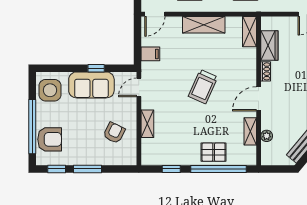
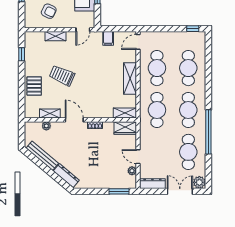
door: (155, 14) -> (138, 42), hinge flipped
wardrobe: (269, 46) -> (125, 128), moved
door: (139, 87) -> (83, 30), swing flipped
trolley: (203, 87) -> (62, 76), moved
window: (218, 169) -> (22, 90), removed

